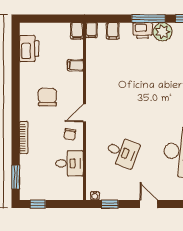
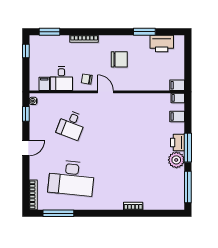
filing cabinet: (75, 65) -> (44, 84), moved
window: (16, 68) -> (144, 32), added

